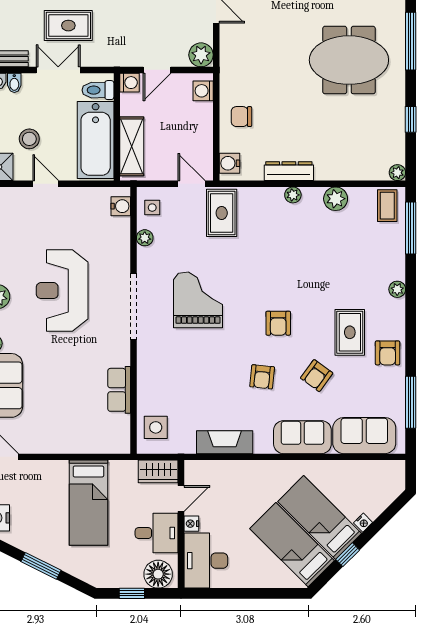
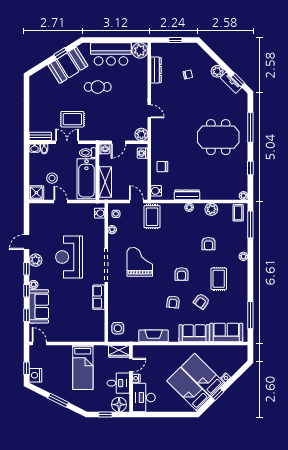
armchair: (388, 353) -> (208, 244), moved
row of seats: (119, 390) -> (99, 297), moved

